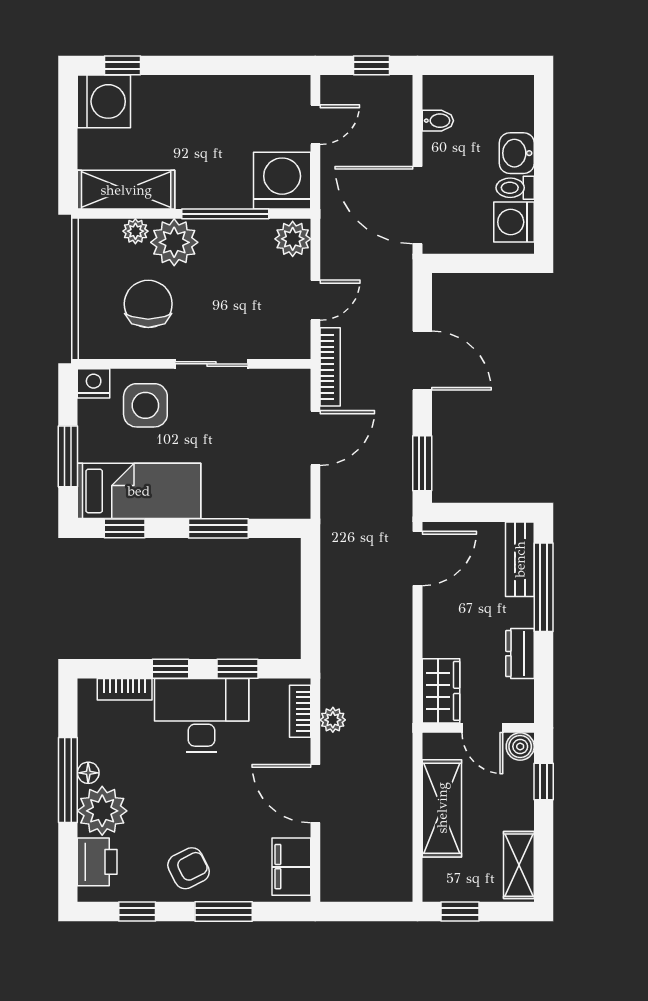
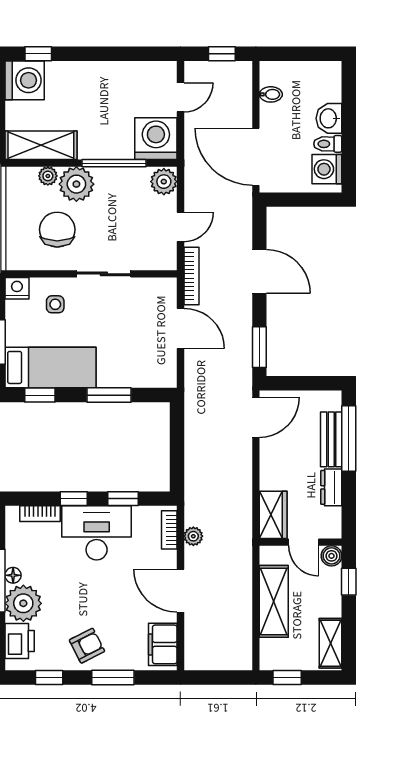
side table: (145, 405) -> (55, 304), width x0.54, depth x0.54
door: (315, 438) -> (180, 328), hinge flipped
bench: (520, 559) -> (331, 439), moved

